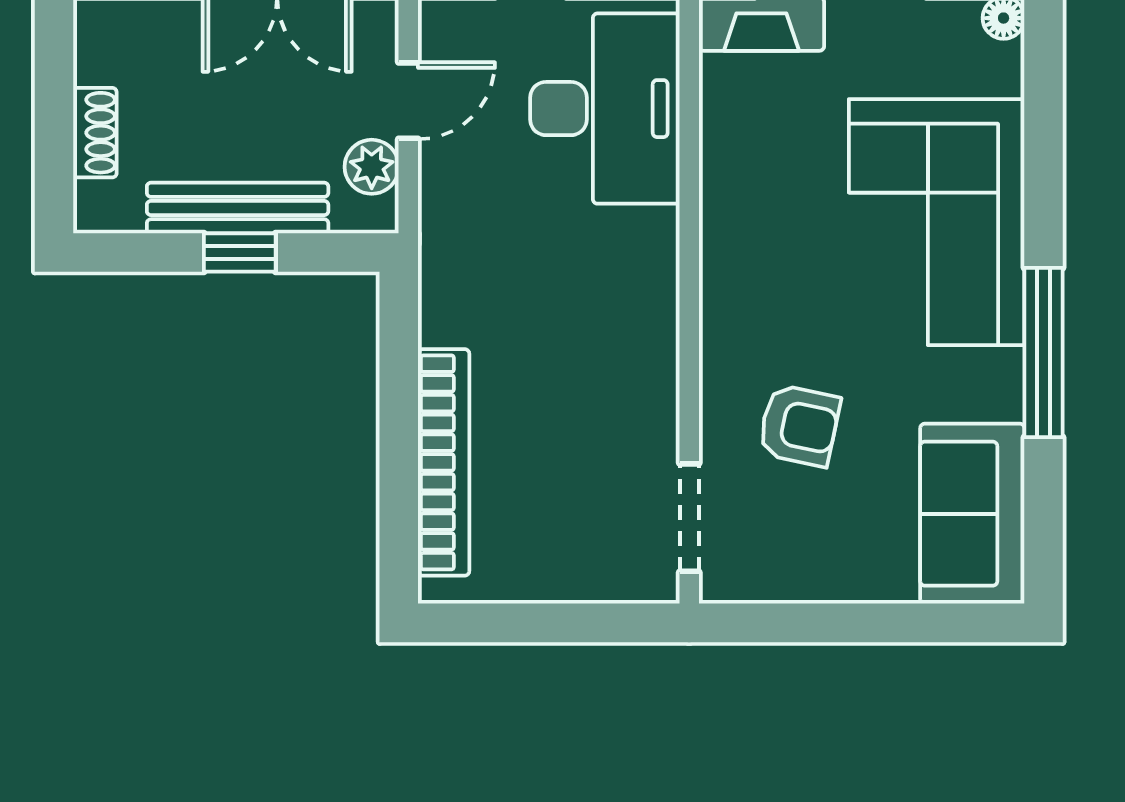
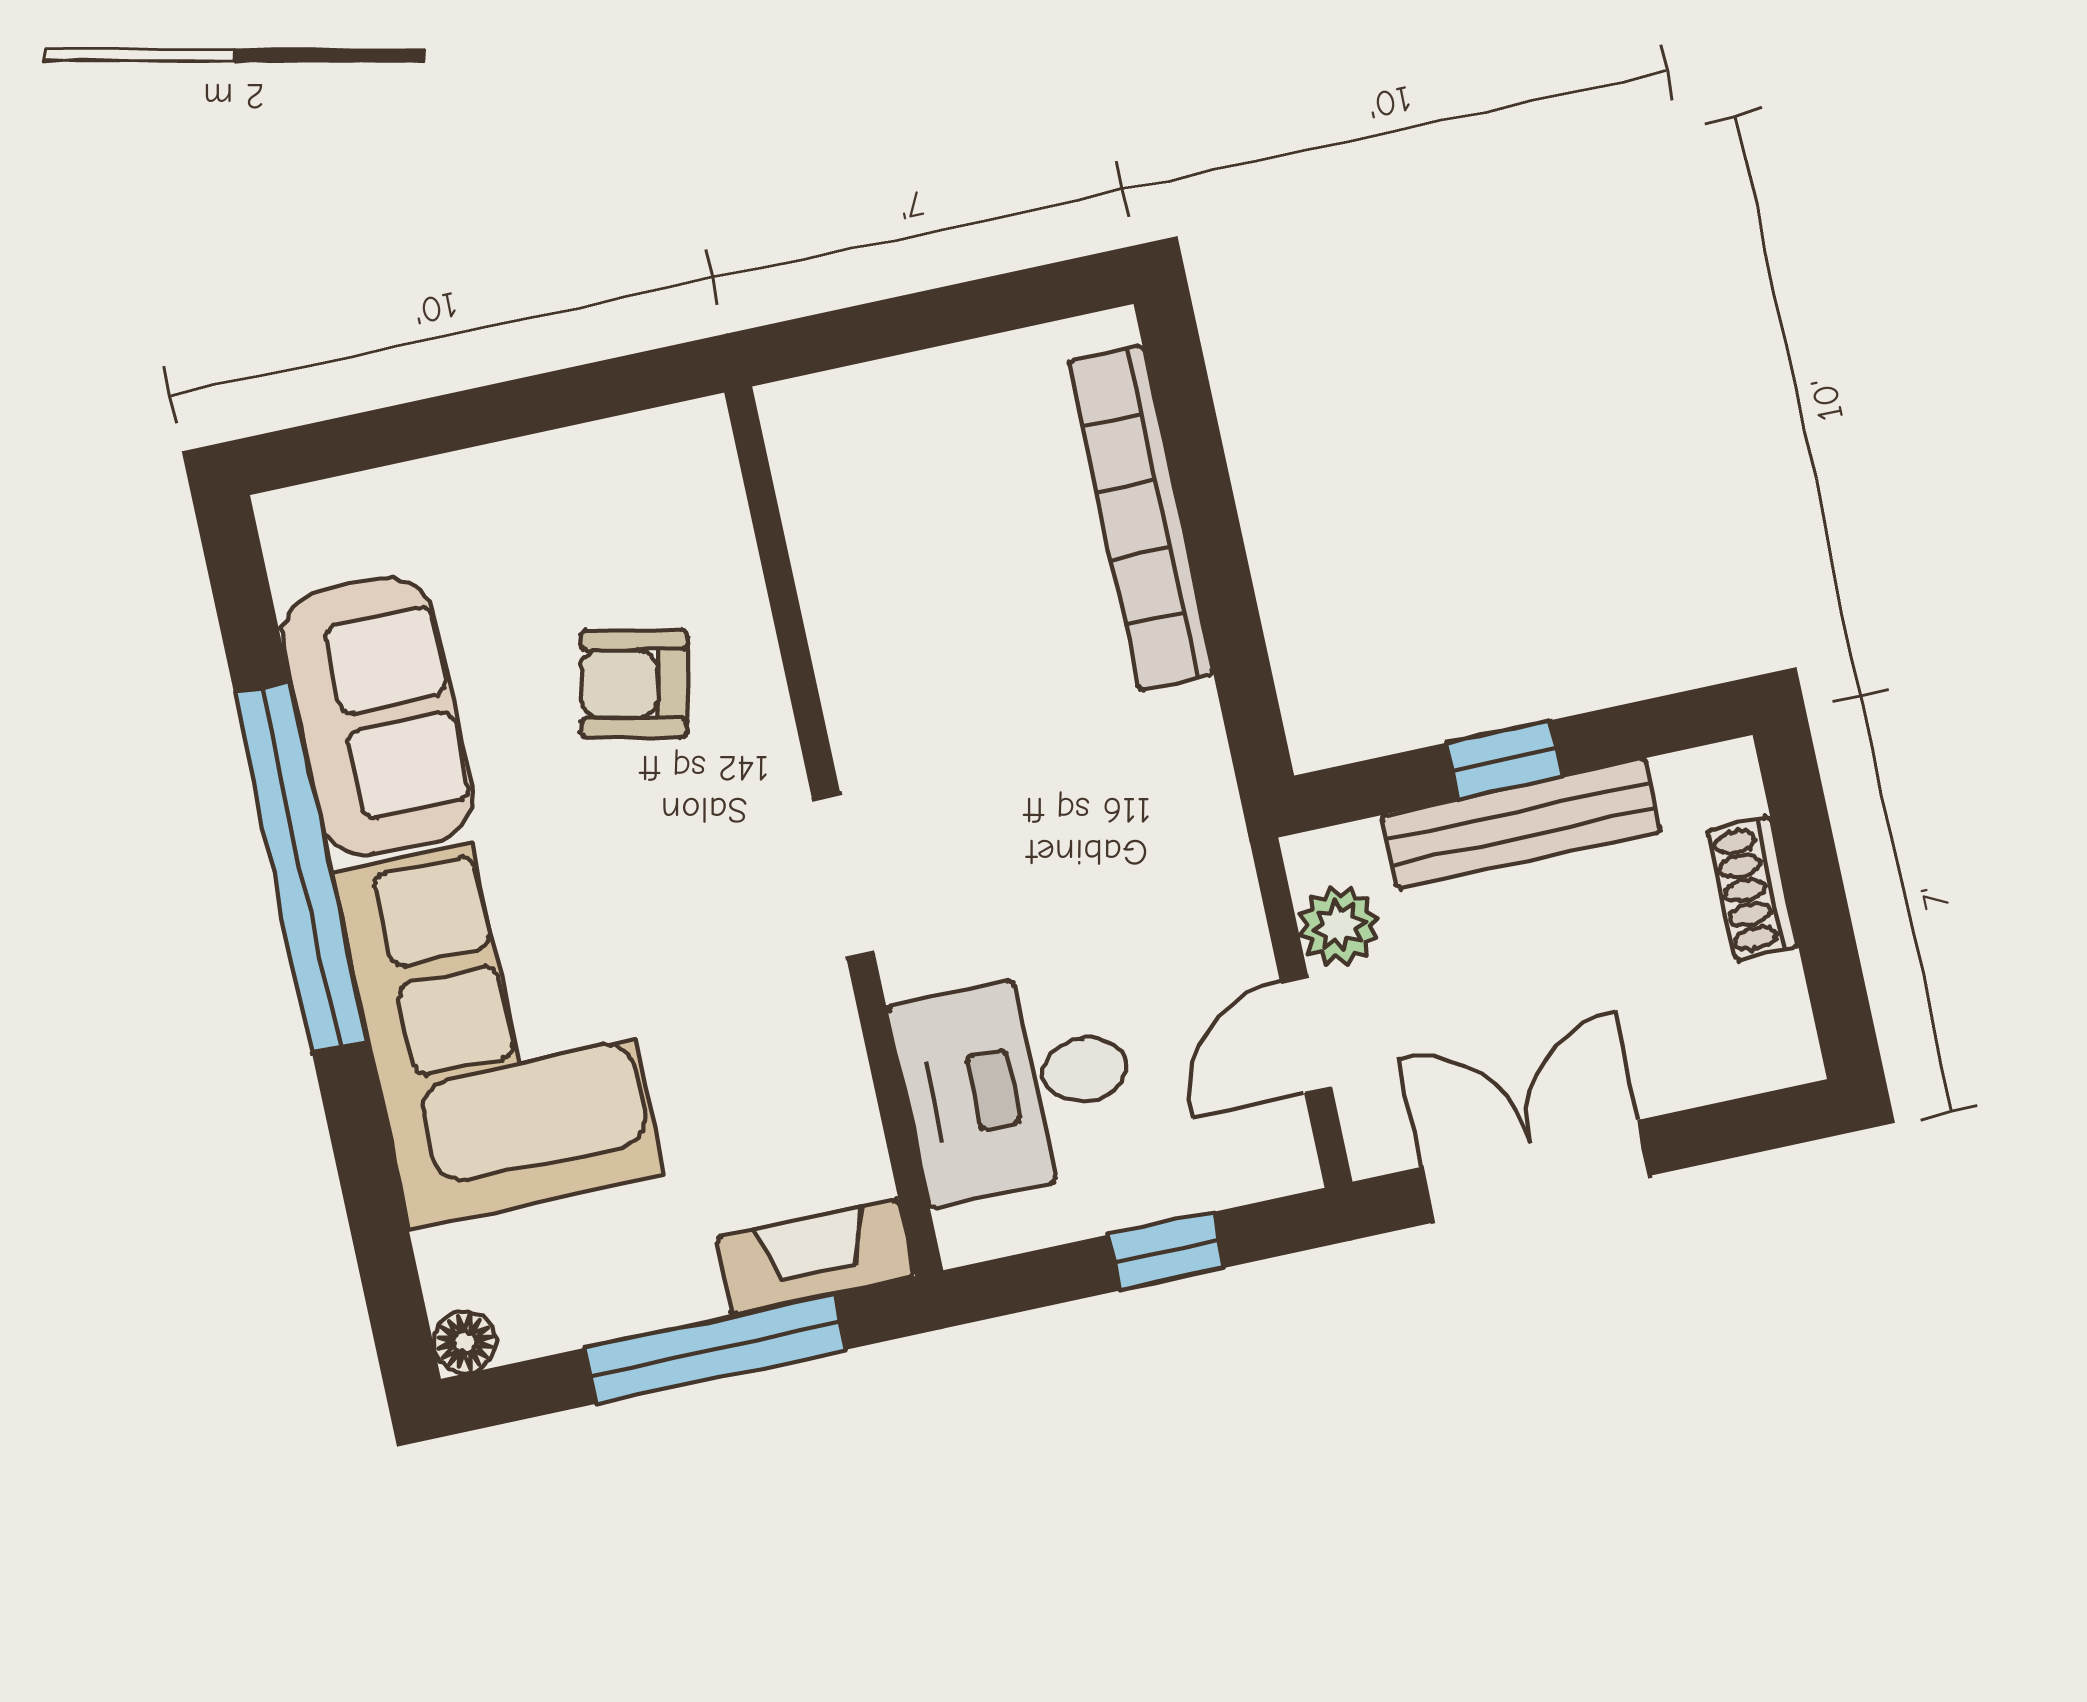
desk: (605, 109) -> (1017, 1084), width x0.73
window: (1044, 353) -> (301, 867), width x1.46
sofa: (972, 514) -> (377, 717), moved
doorway: (689, 518) -> (843, 877), moved

